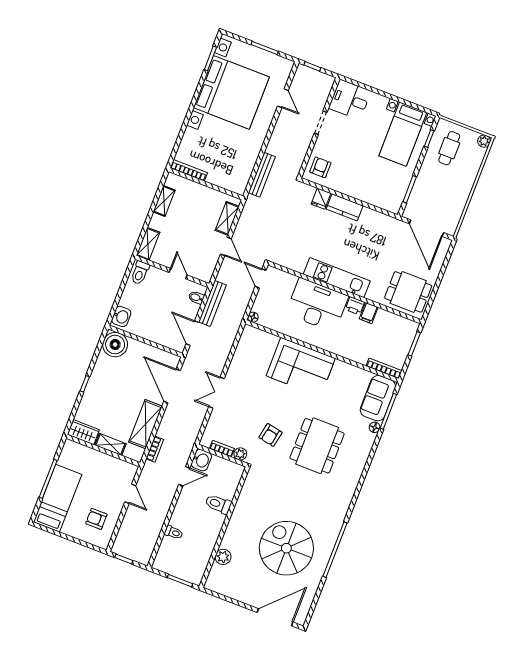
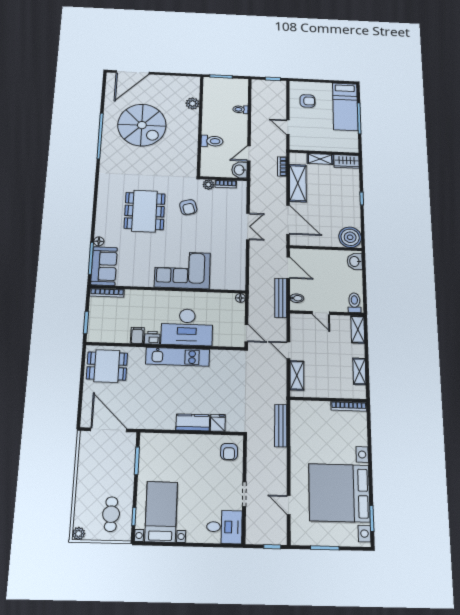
armchair: (270, 435) -> (188, 207), turned 153

